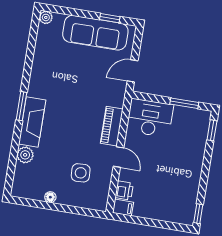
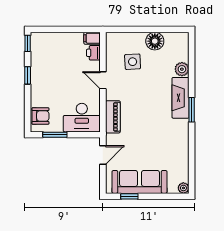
piano: (112, 126) -> (113, 117), moved
armchair: (197, 128) -> (40, 116), added
window: (212, 130) -> (28, 75), moved
floor lamp: (50, 197) -> (155, 41), width x1.89, depth x1.89

